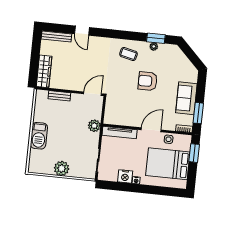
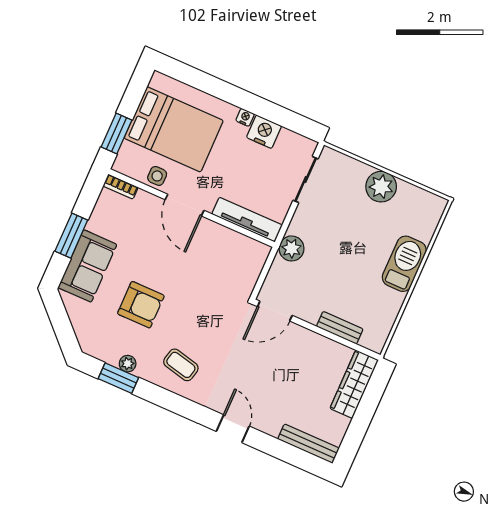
door: (82, 31) -> (233, 429), moved
armchair: (148, 81) -> (141, 305), moved
sofa: (186, 98) -> (87, 266), moved
window: (198, 113) -> (71, 236), moved
door: (151, 130) -> (185, 205), hinge flipped

